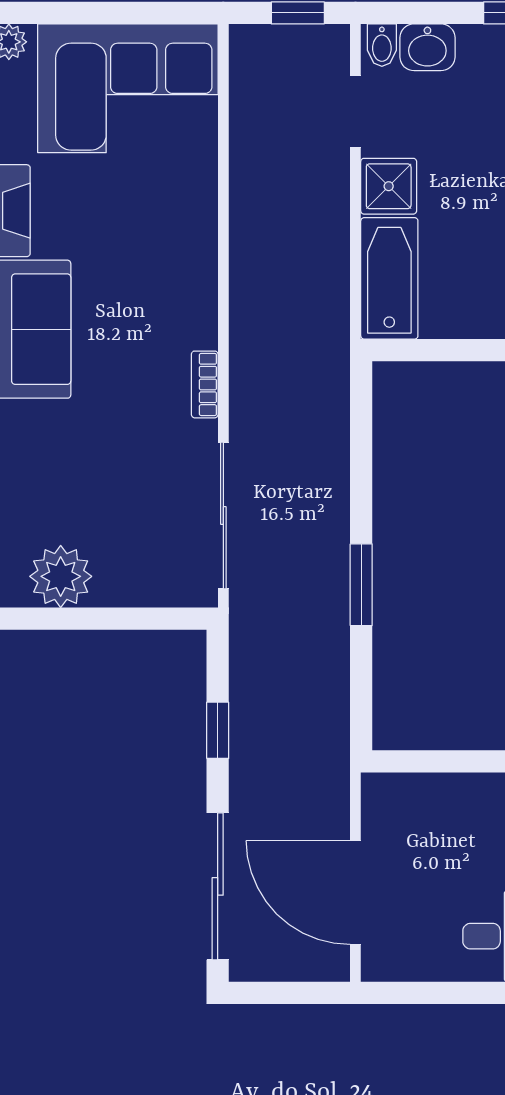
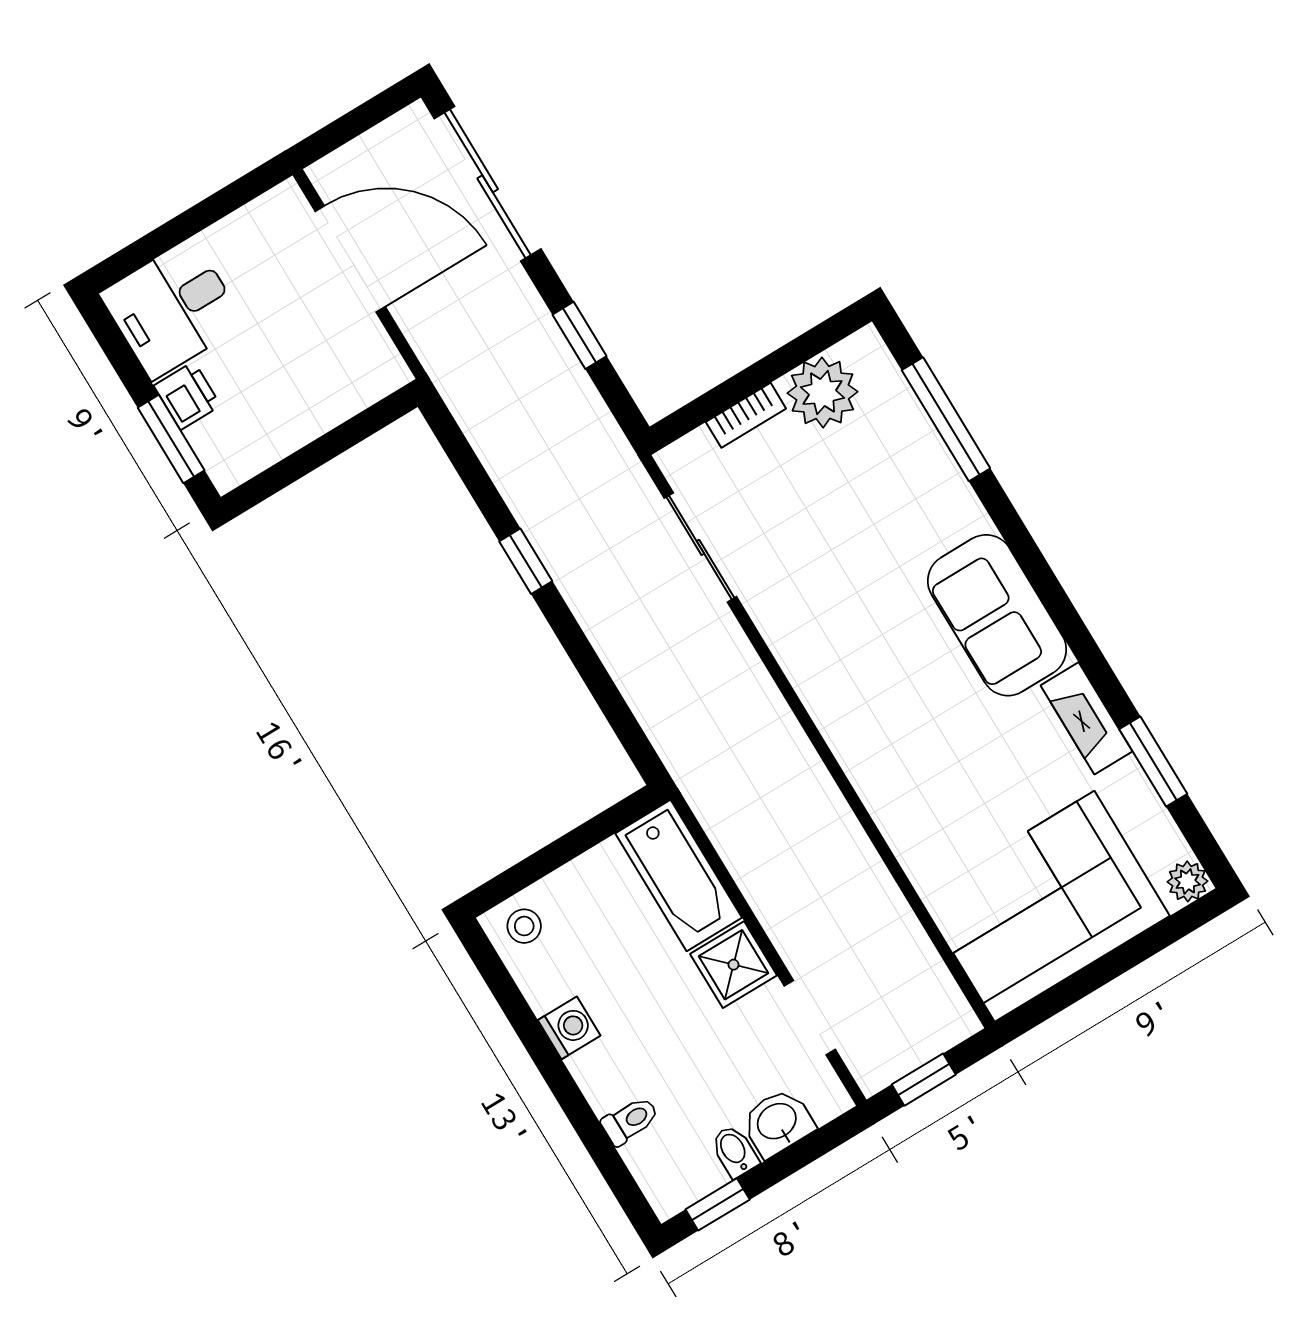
bidet: (382, 45) -> (735, 1151), moved
bookcase: (205, 384) -> (746, 415), moved, turned 90
sliding door: (223, 516) -> (700, 547), width x0.73
window: (361, 585) -> (526, 561), width x0.67

